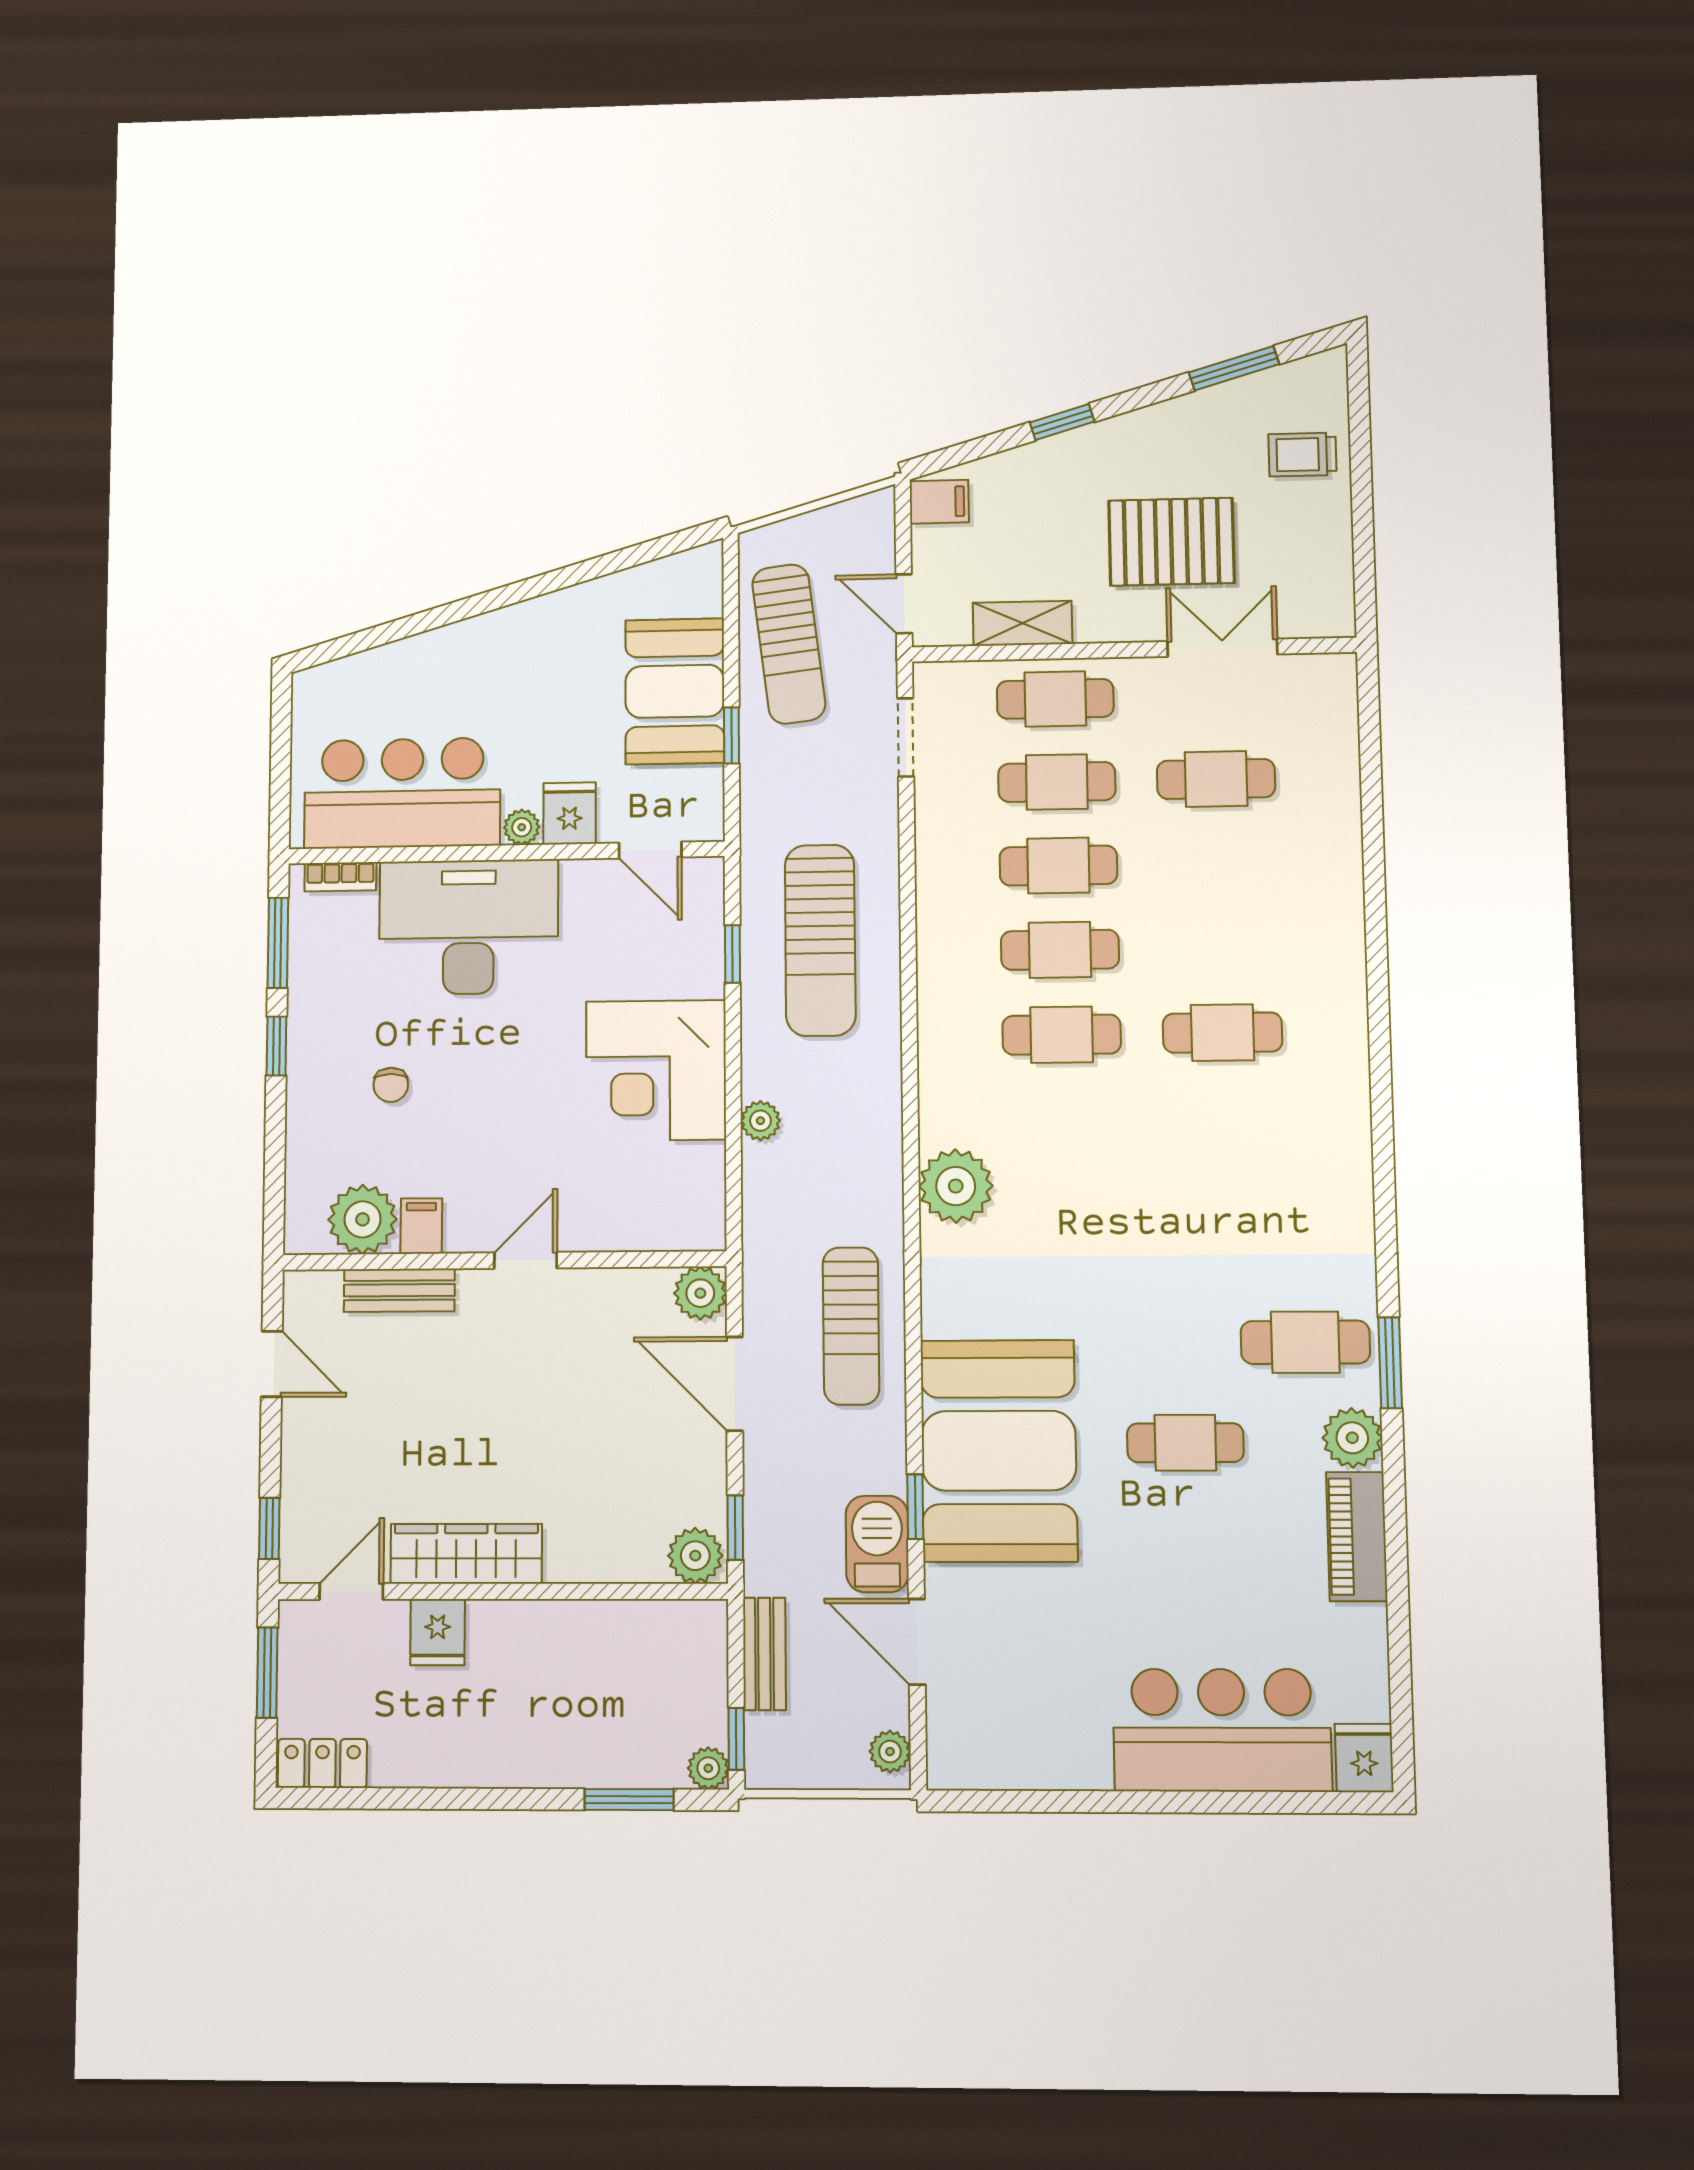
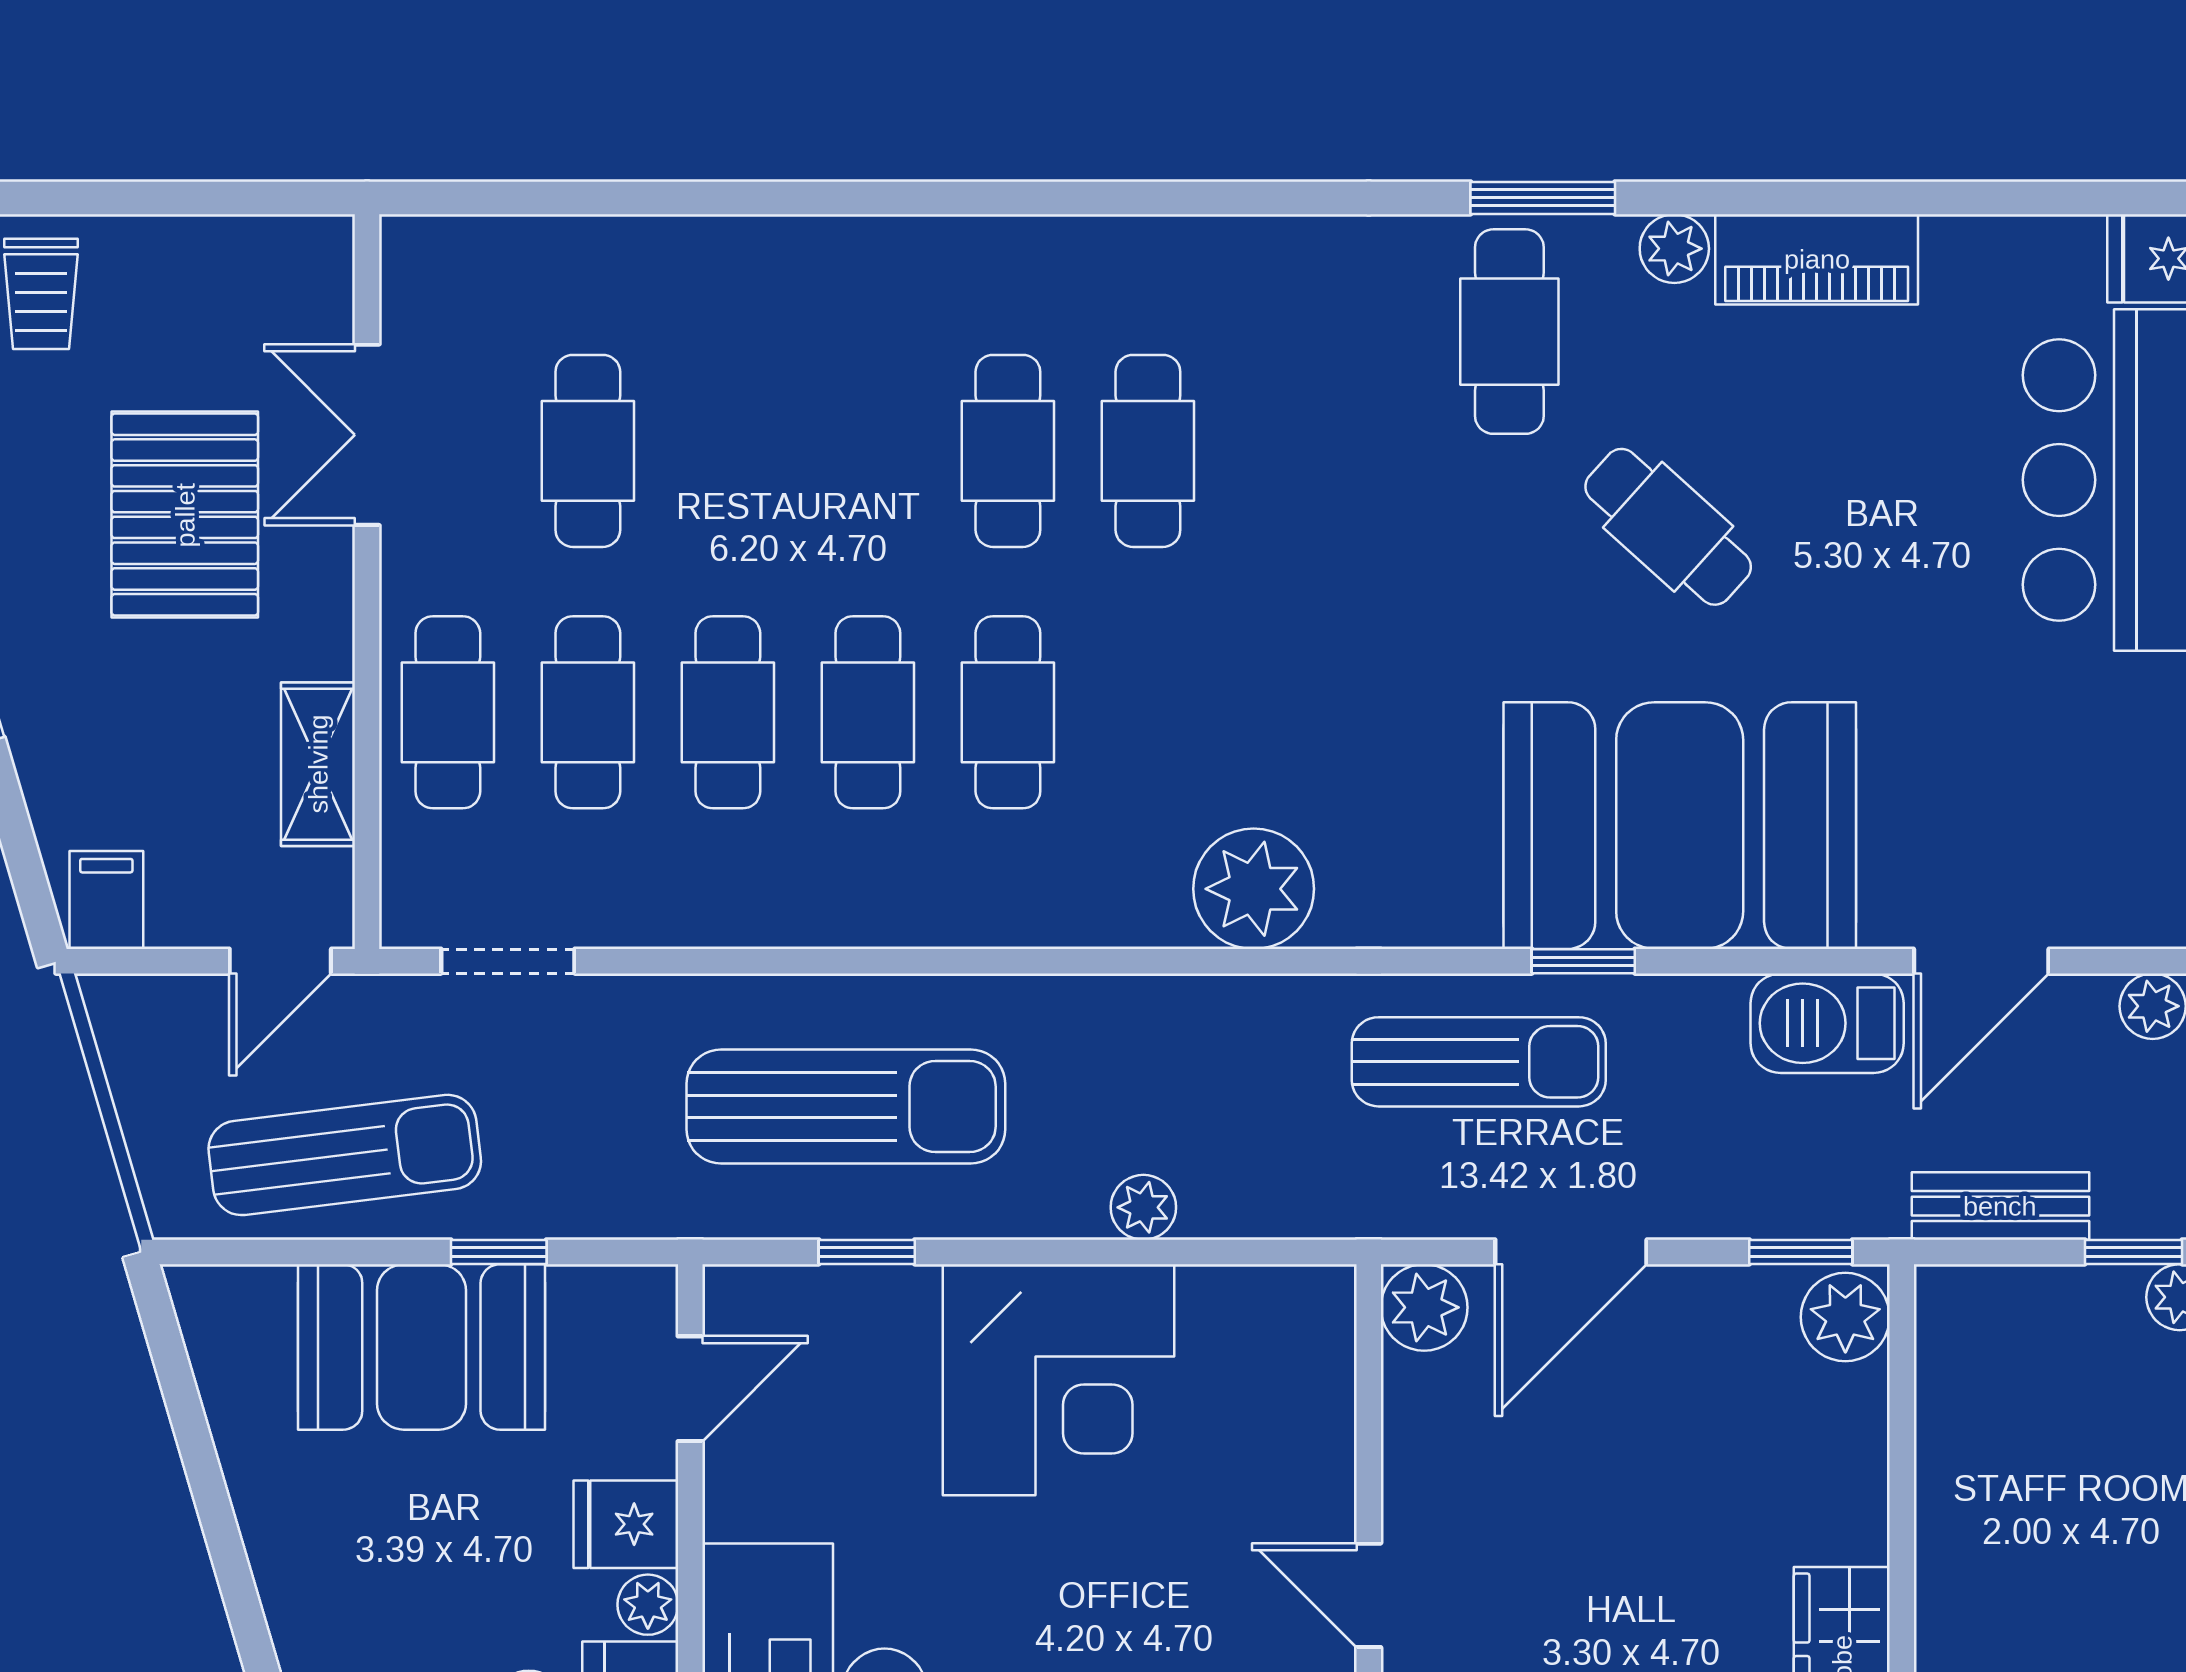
cafe table: (1225, 1118) -> (1148, 451), added
plant: (1352, 1438) -> (1674, 249), width x0.73, depth x0.73
cafe table: (1185, 1443) -> (1668, 527), turned -48
window: (915, 1507) -> (1583, 961), moved

